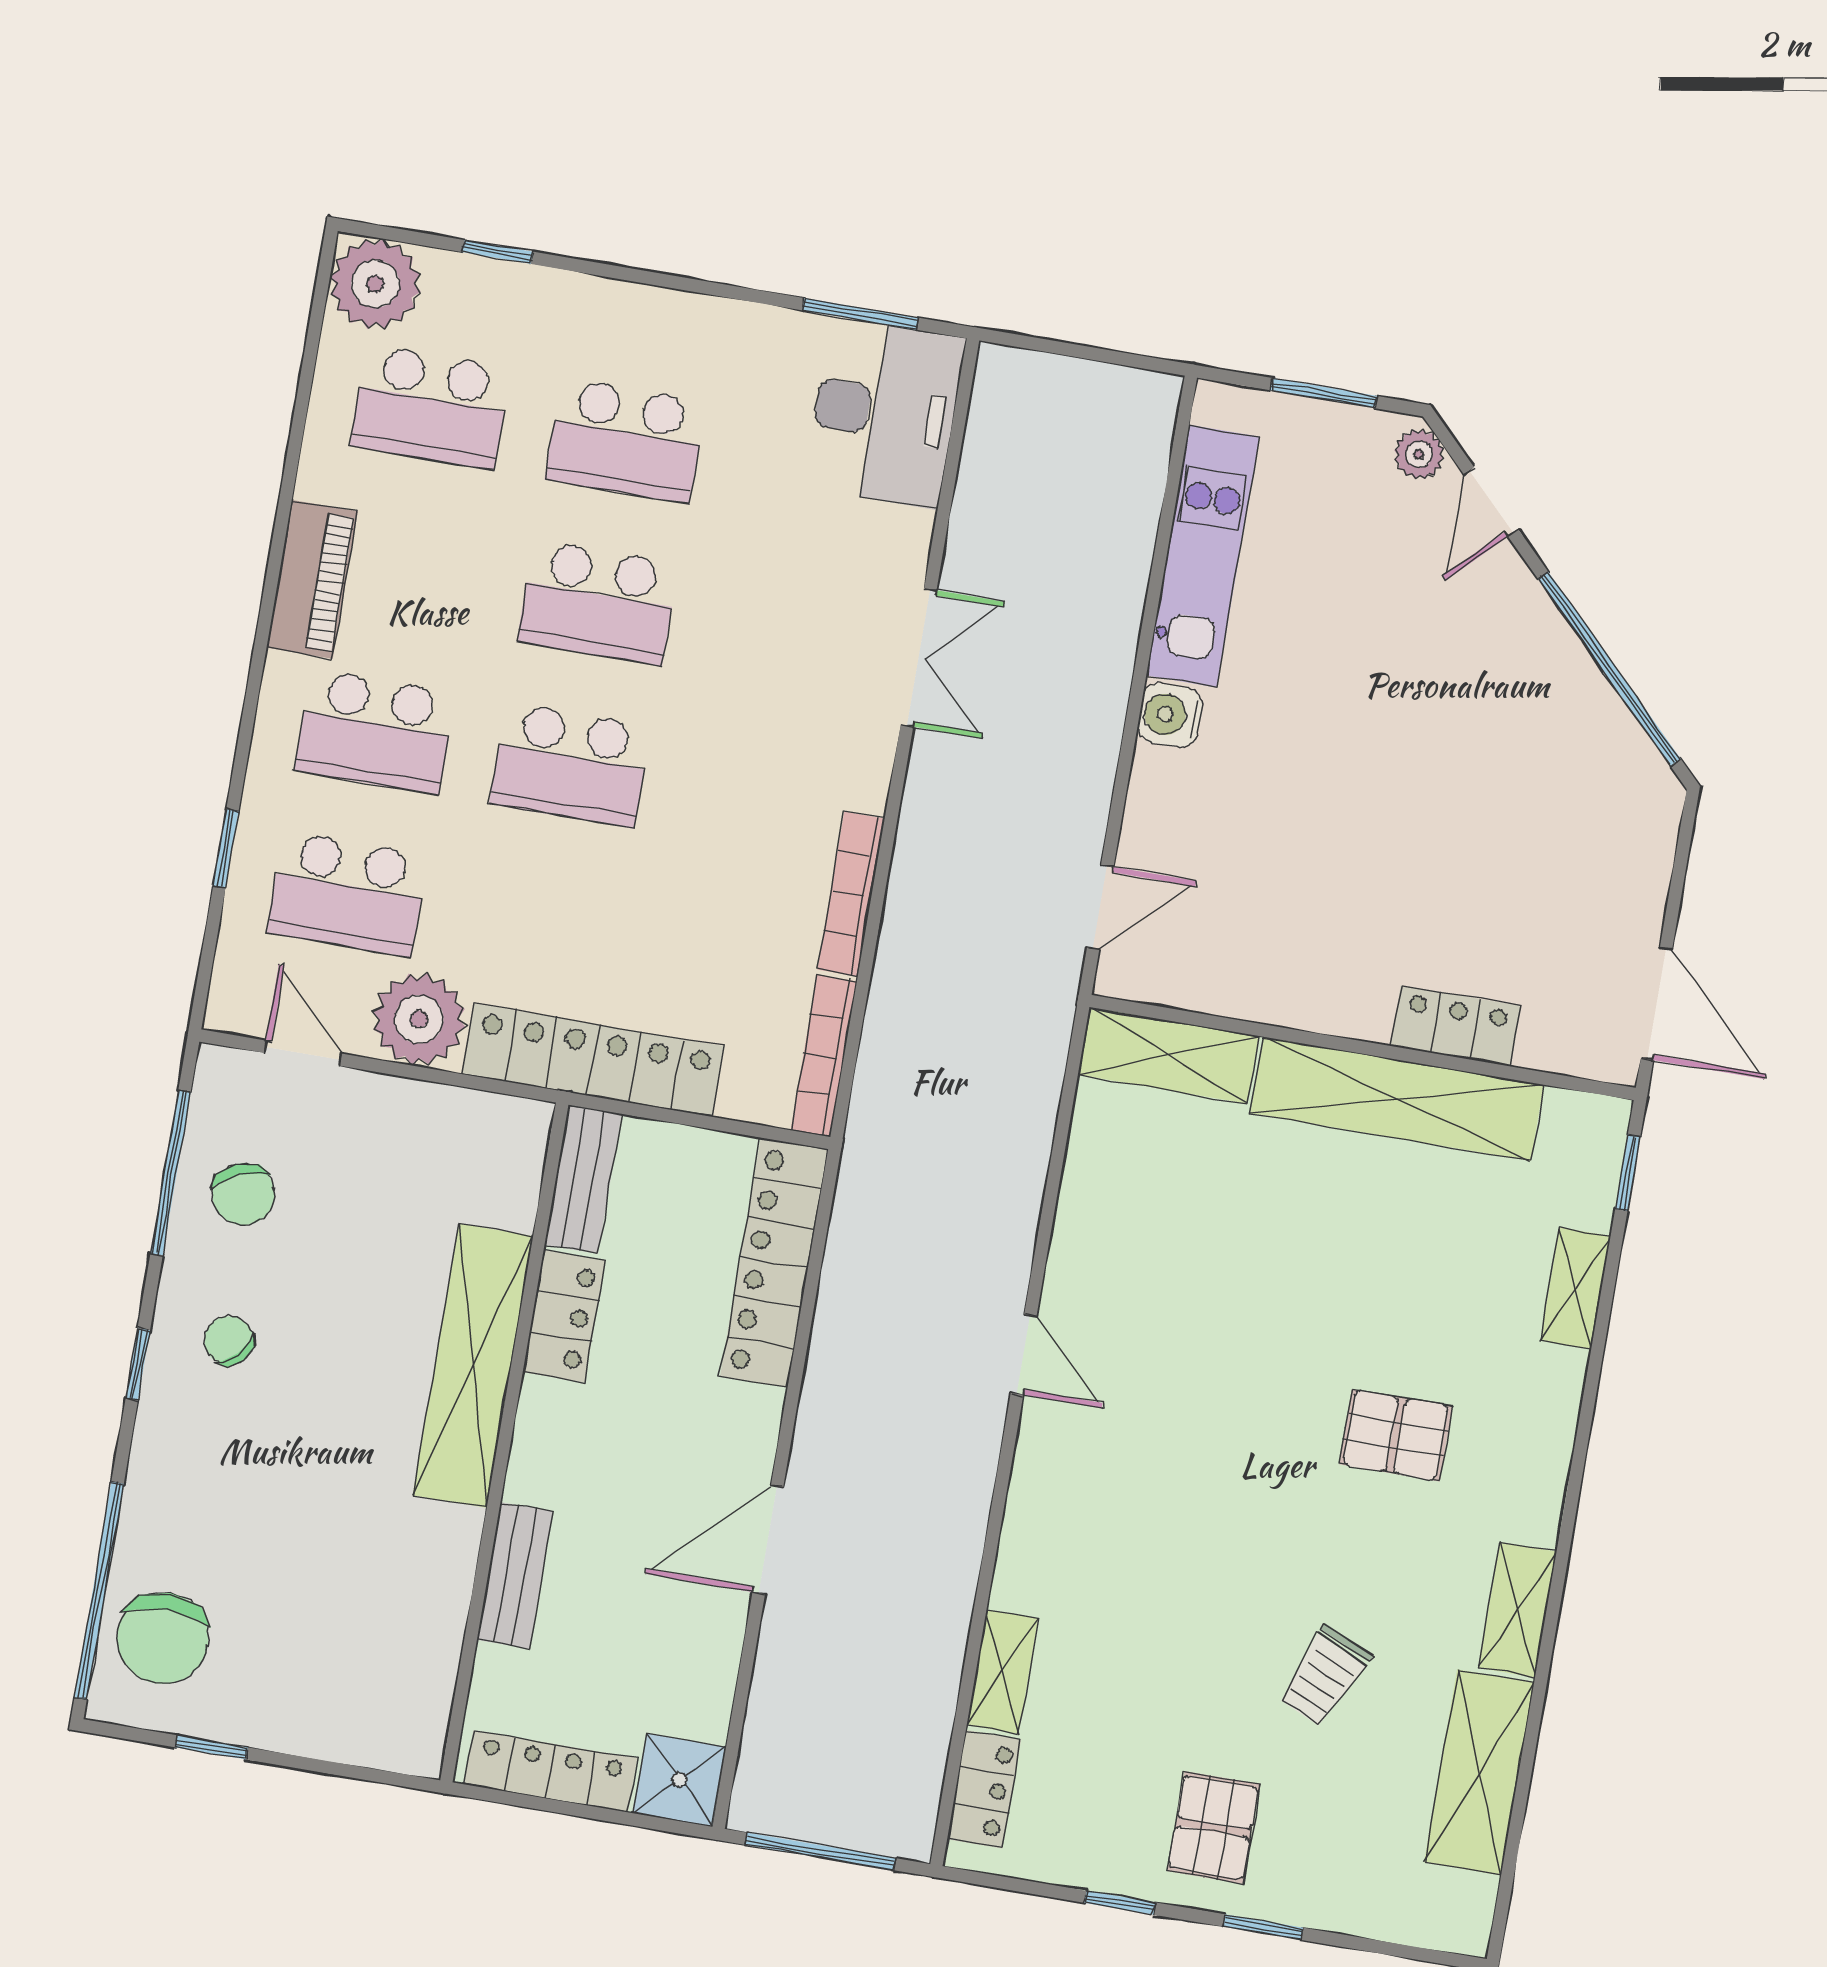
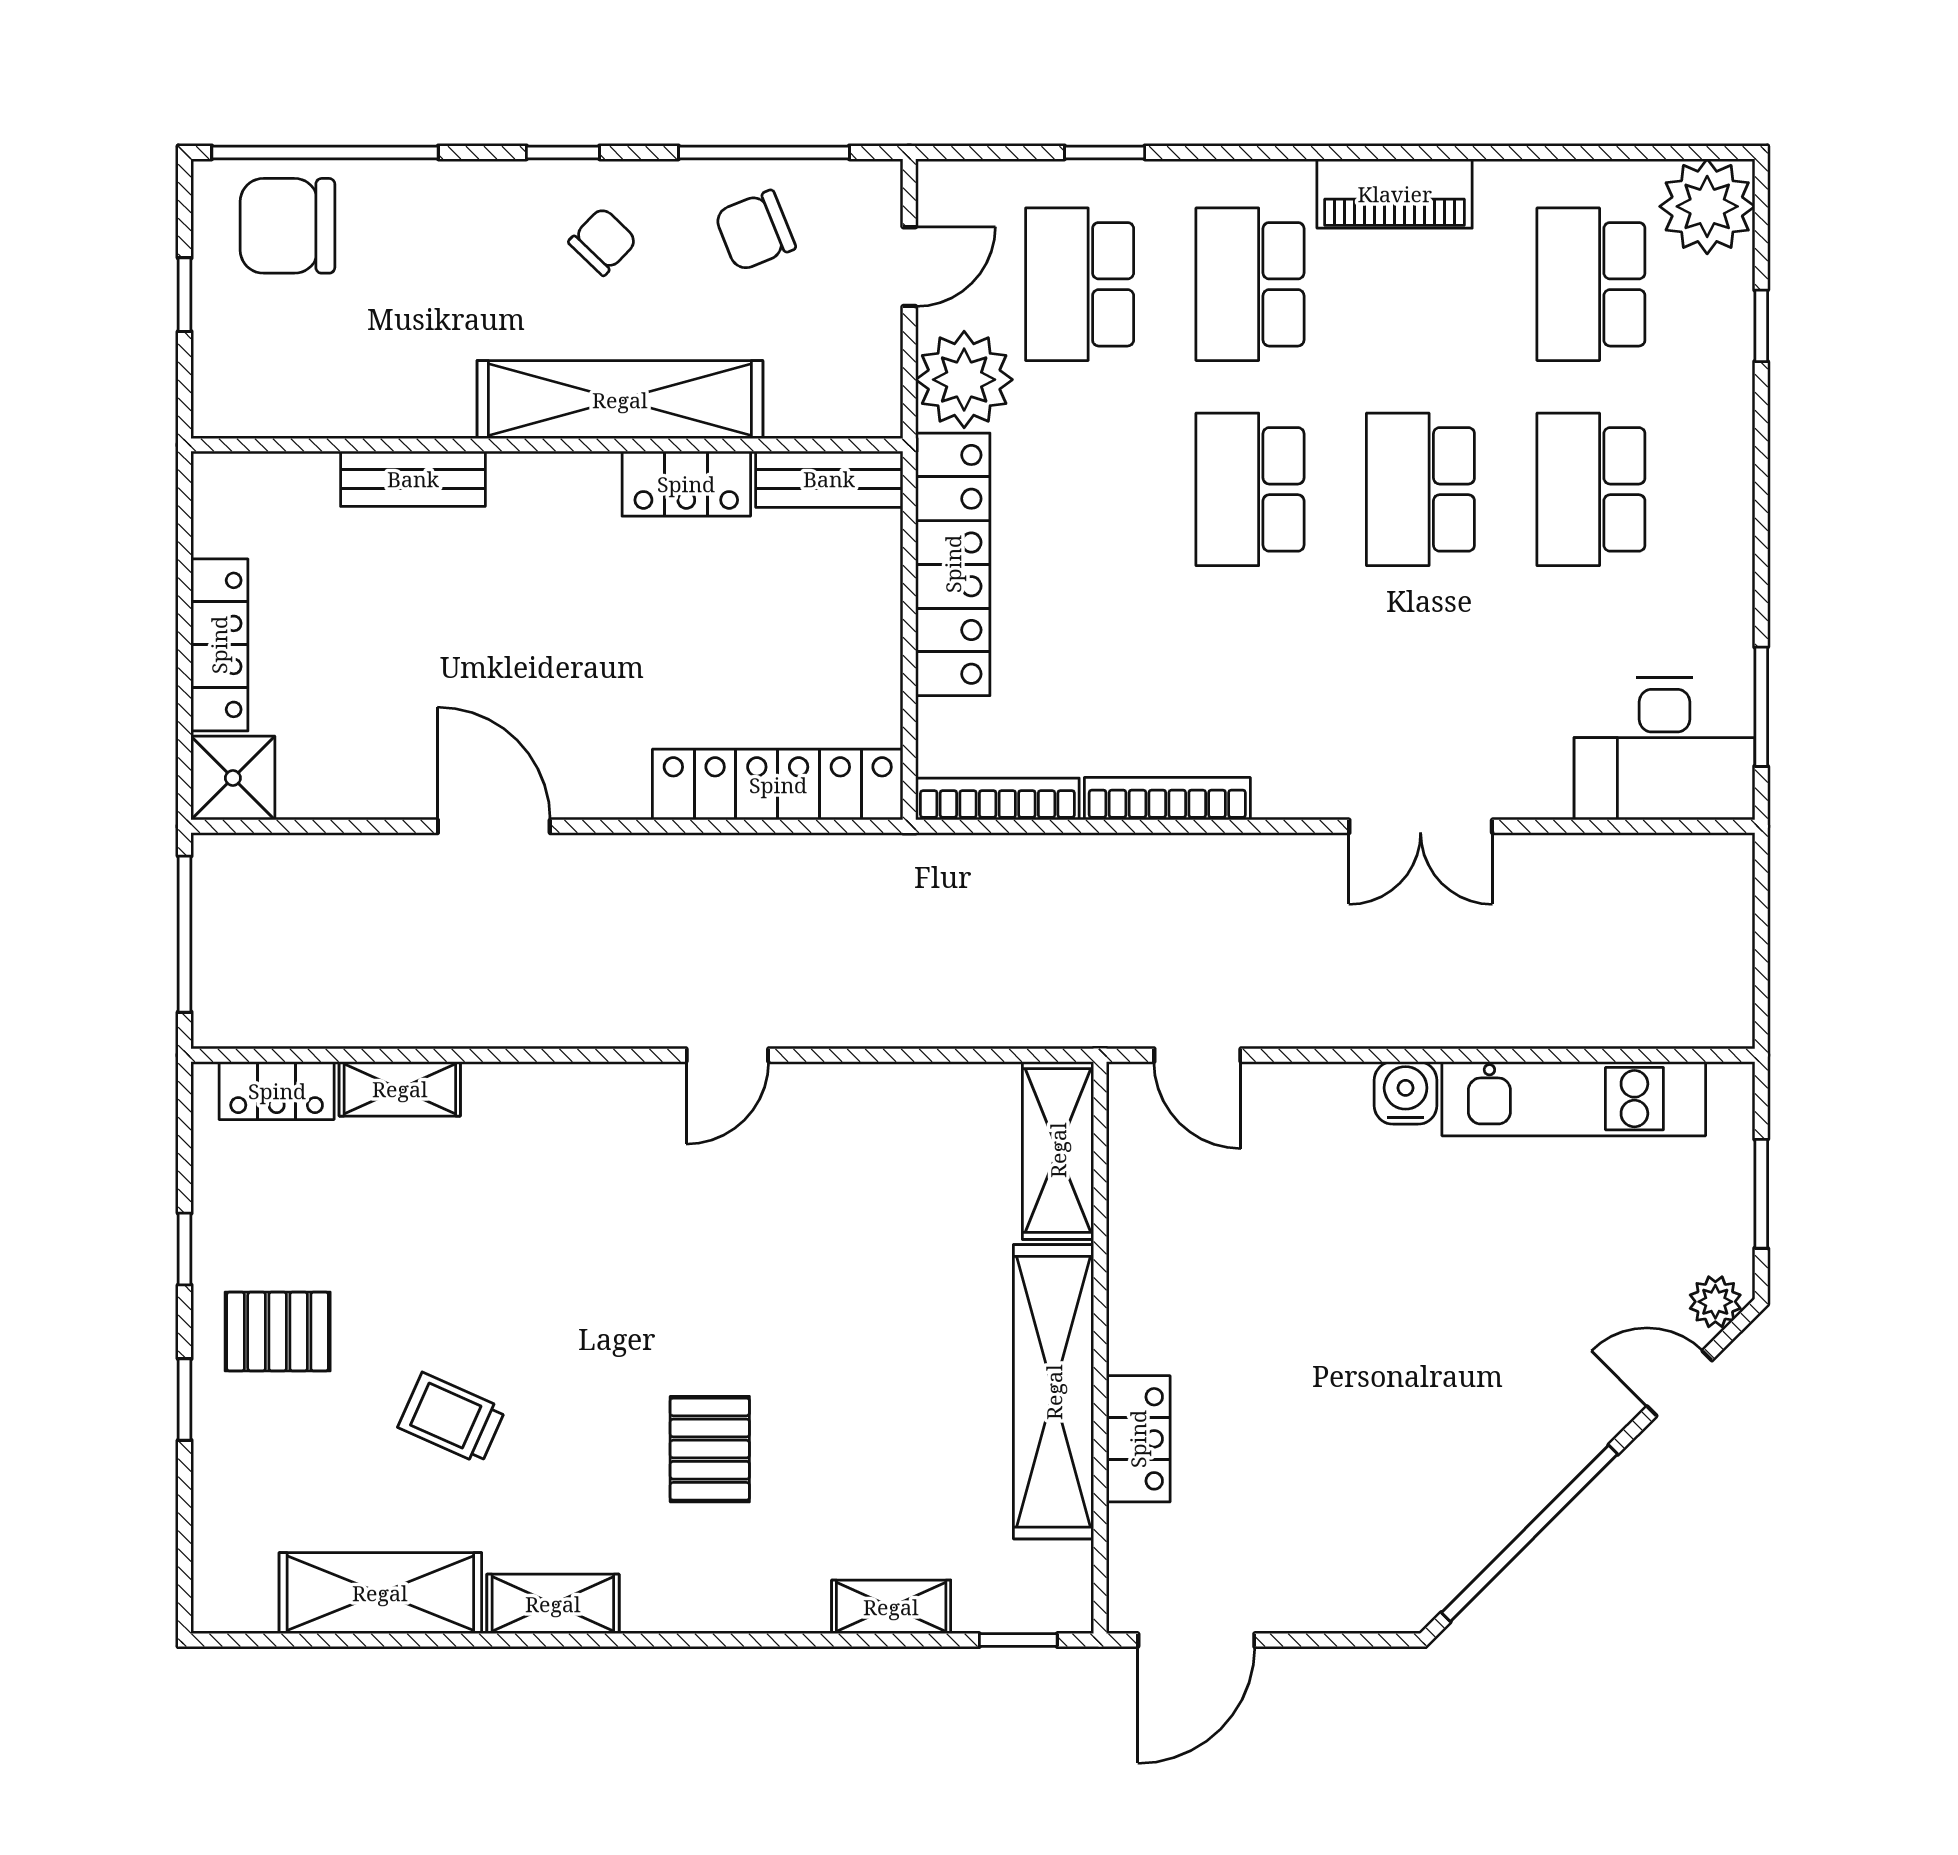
bench: (583, 1179) -> (829, 479), moved
locker: (564, 1316) -> (686, 484), moved
shelving: (473, 1366) -> (620, 400), moved
wall: (504, 1442) -> (547, 445), moved
bench: (515, 1576) -> (413, 479), moved

